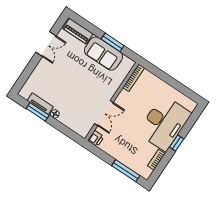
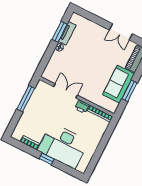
double door: (104, 113) -> (66, 91), swing flipped
printer: (96, 139) -> (82, 107), moved
window: (126, 171) -> (26, 99), moved

